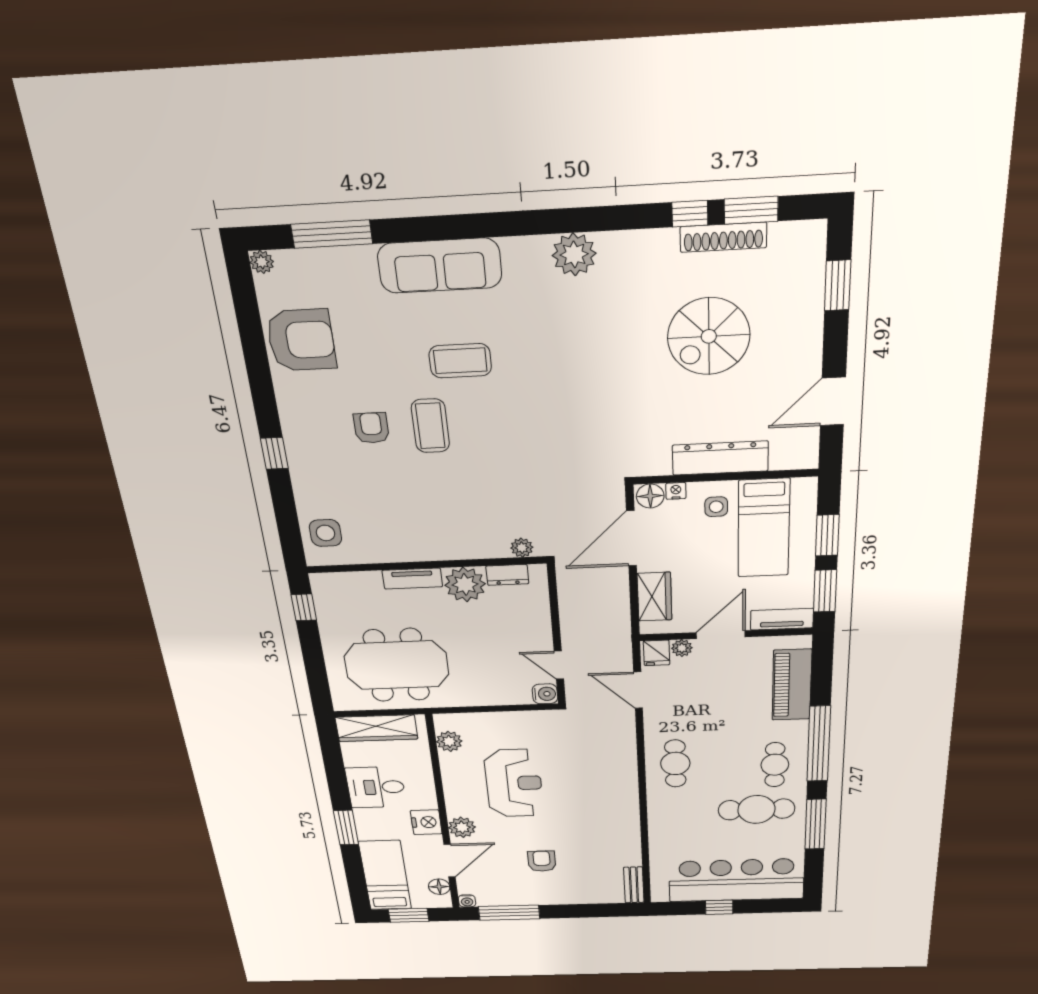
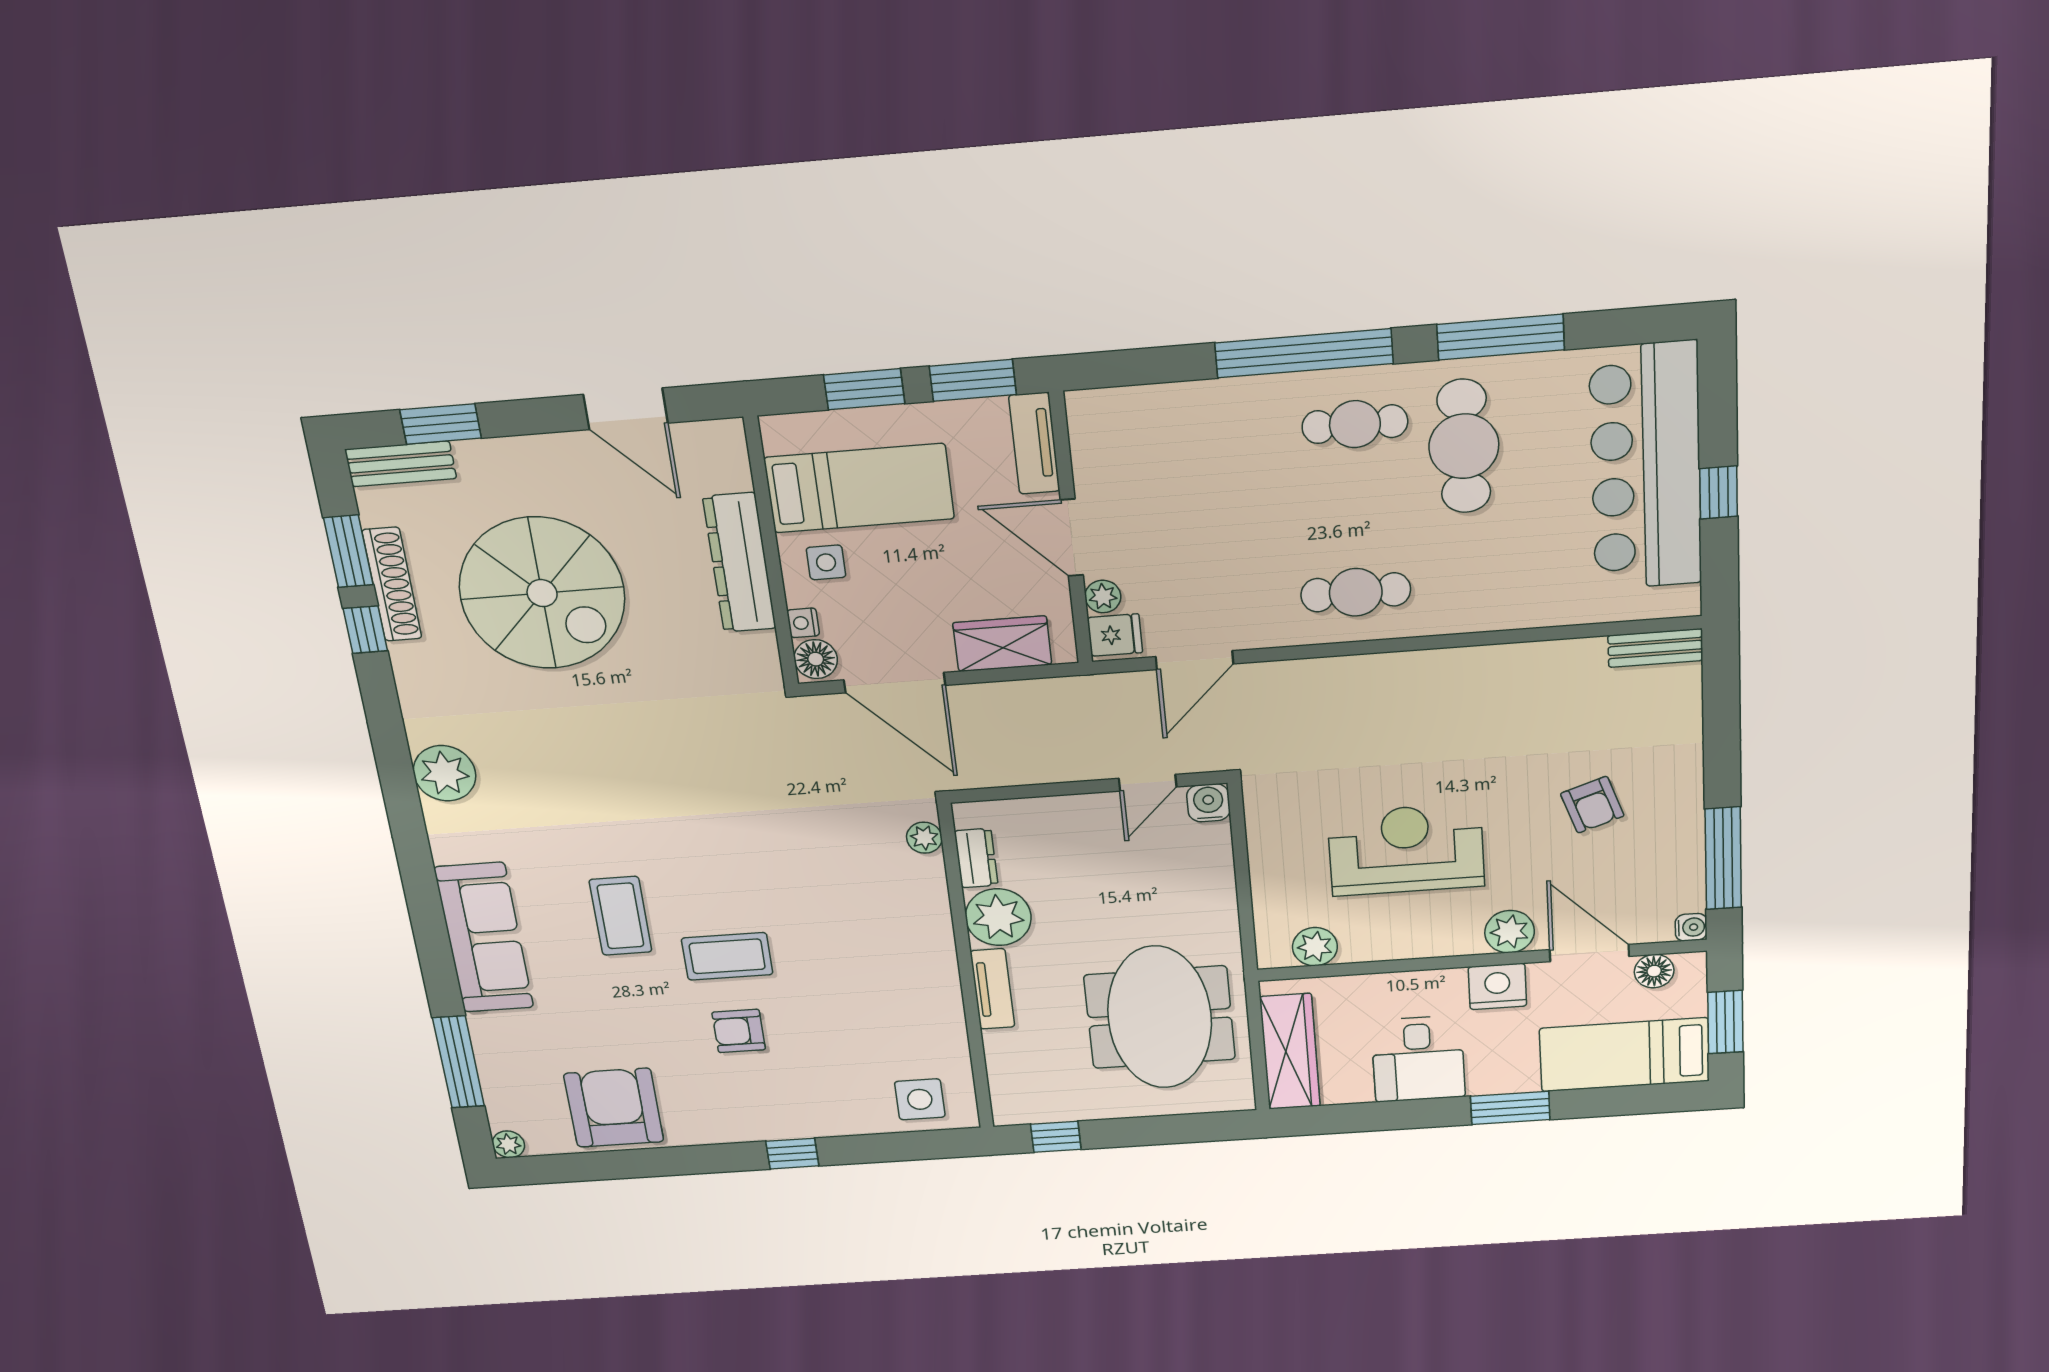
bench: (812, 255) -> (401, 464), added
spiral stairs: (709, 336) -> (542, 593), width x1.37, depth x1.37
piano: (792, 685) -> (1172, 413), removed
armchair: (542, 861) -> (1592, 805), turned -109

